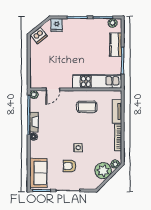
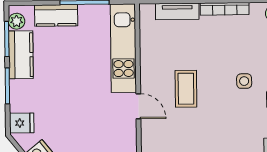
kitchen counter: (94, 25) -> (21, 55), added
door: (53, 89) -> (138, 106), moved
coffee table: (87, 107) -> (186, 89), moved

